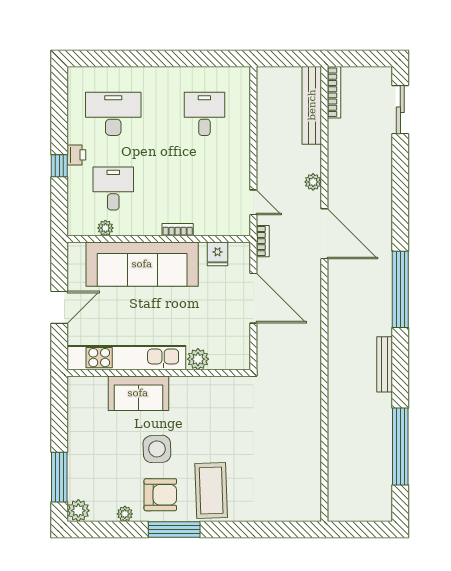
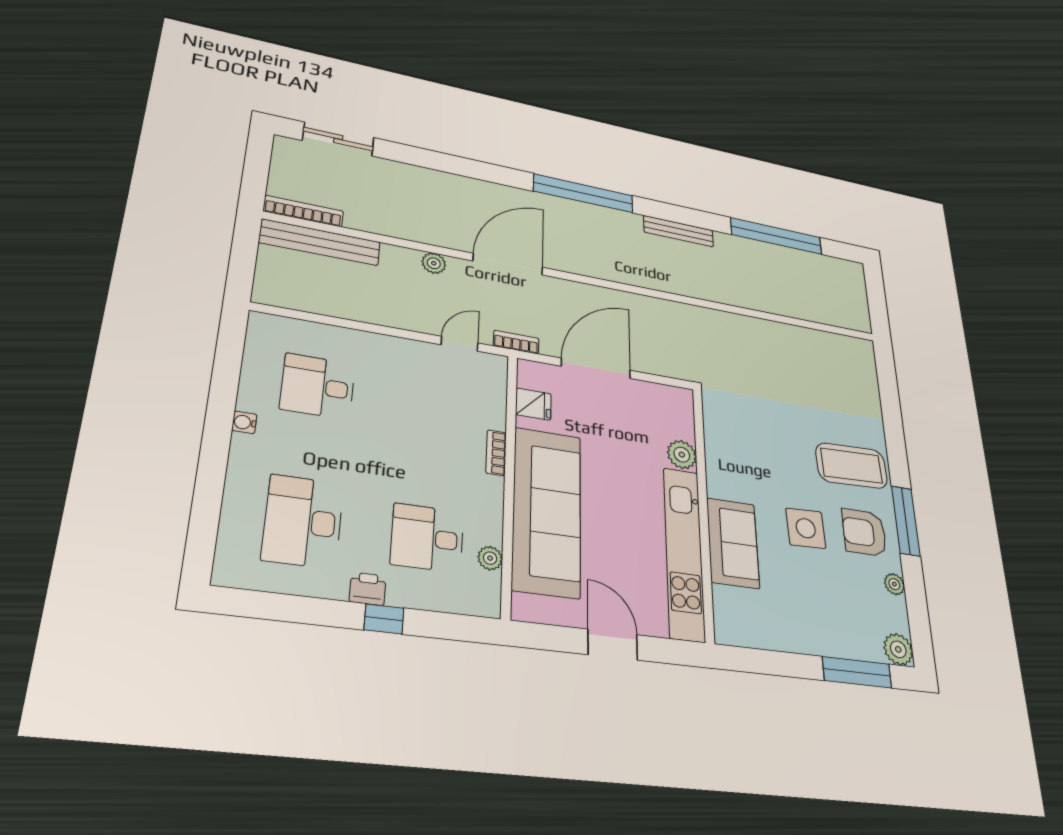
water cooler: (172, 73) -> (244, 422), added
armchair: (160, 495) -> (864, 532), turned -90

